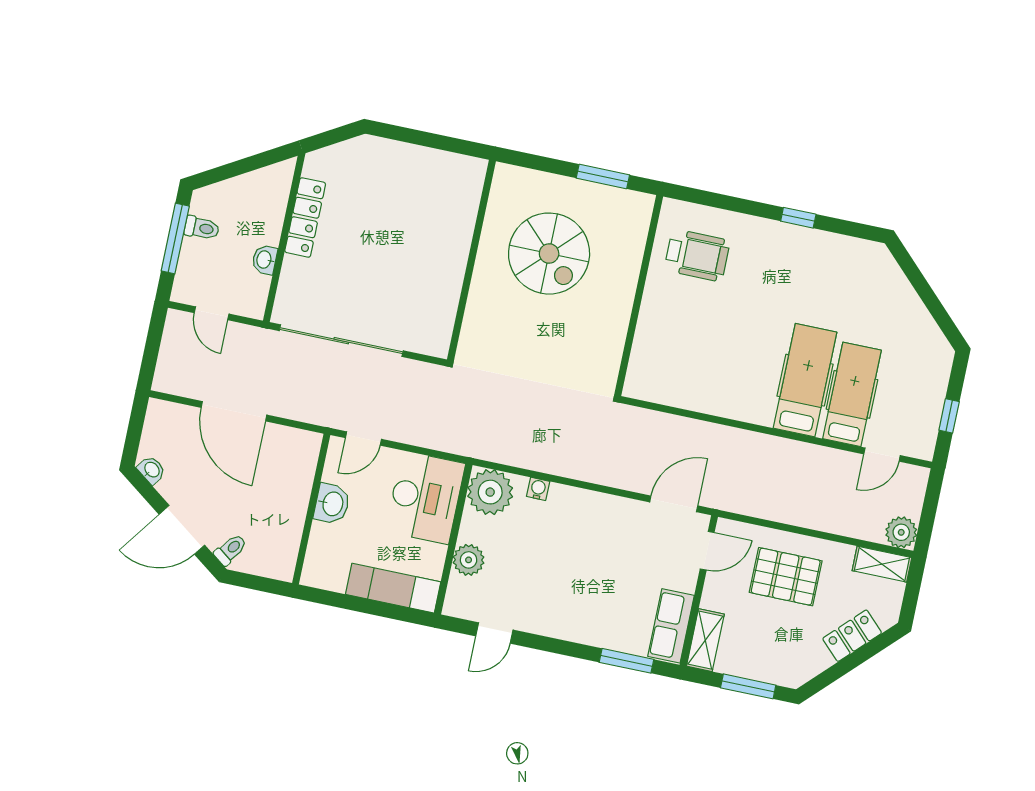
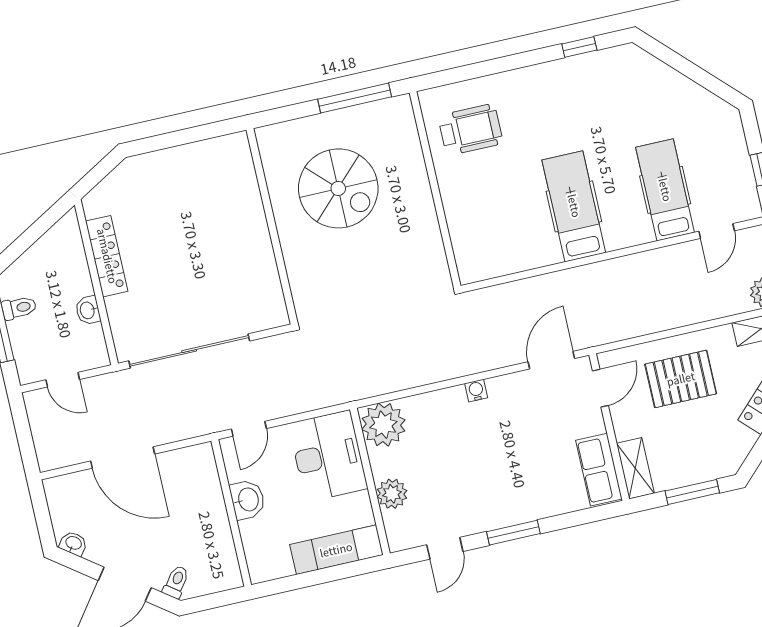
window: (603, 177) -> (355, 98), width x1.44
window: (798, 218) -> (579, 47), moved
hospital bed: (805, 380) -> (574, 206), moved
water cooler: (538, 489) -> (476, 390), moved
window: (626, 661) -> (513, 533), moved

